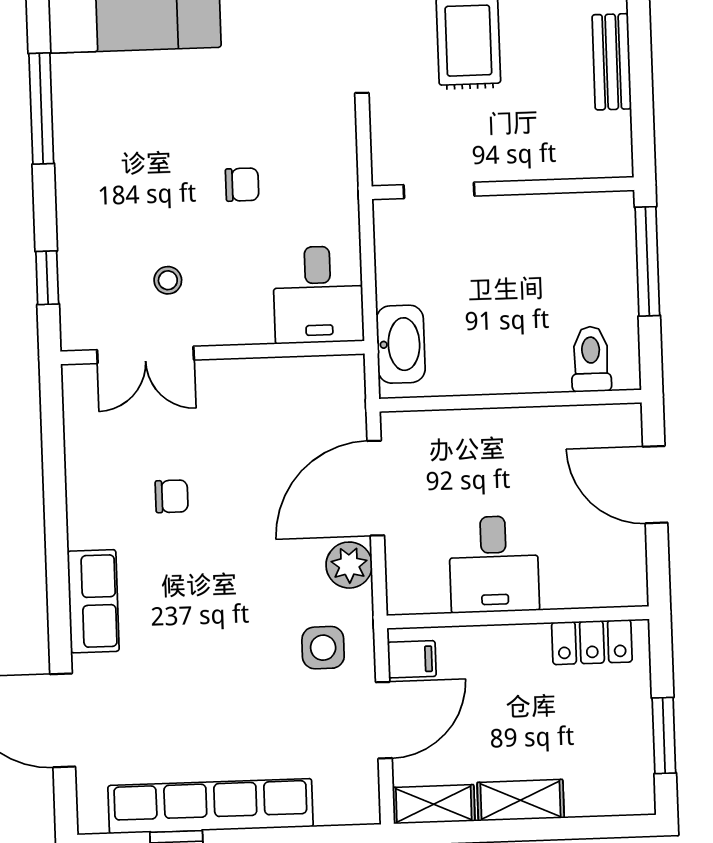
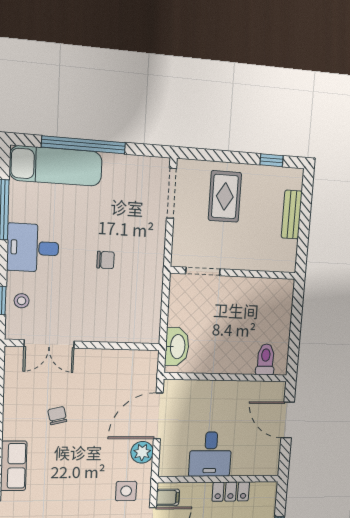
window: (647, 261) -> (297, 314), removed
stool: (168, 280) -> (22, 301), moved
desk: (318, 295) -> (33, 248), moved, turned 90
chair: (172, 496) -> (57, 416), turned -103
locker: (592, 642) -> (231, 492), moved

